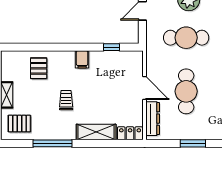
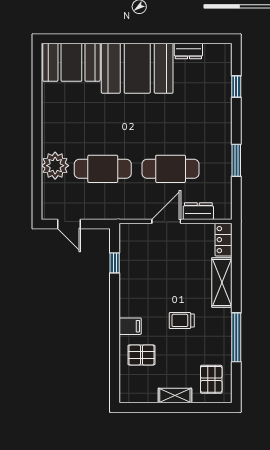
cafe table: (186, 38) -> (103, 169), turned 90
filing cabinet: (82, 59) -> (130, 326), moved
dresser: (153, 119) -> (198, 211), width x0.70

